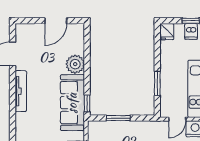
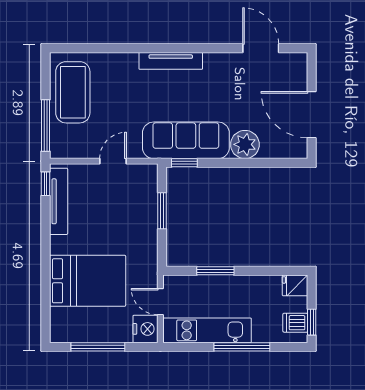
door: (56, 21) -> (312, 115), width x1.36
tv unit: (21, 91) -> (171, 61), moved

